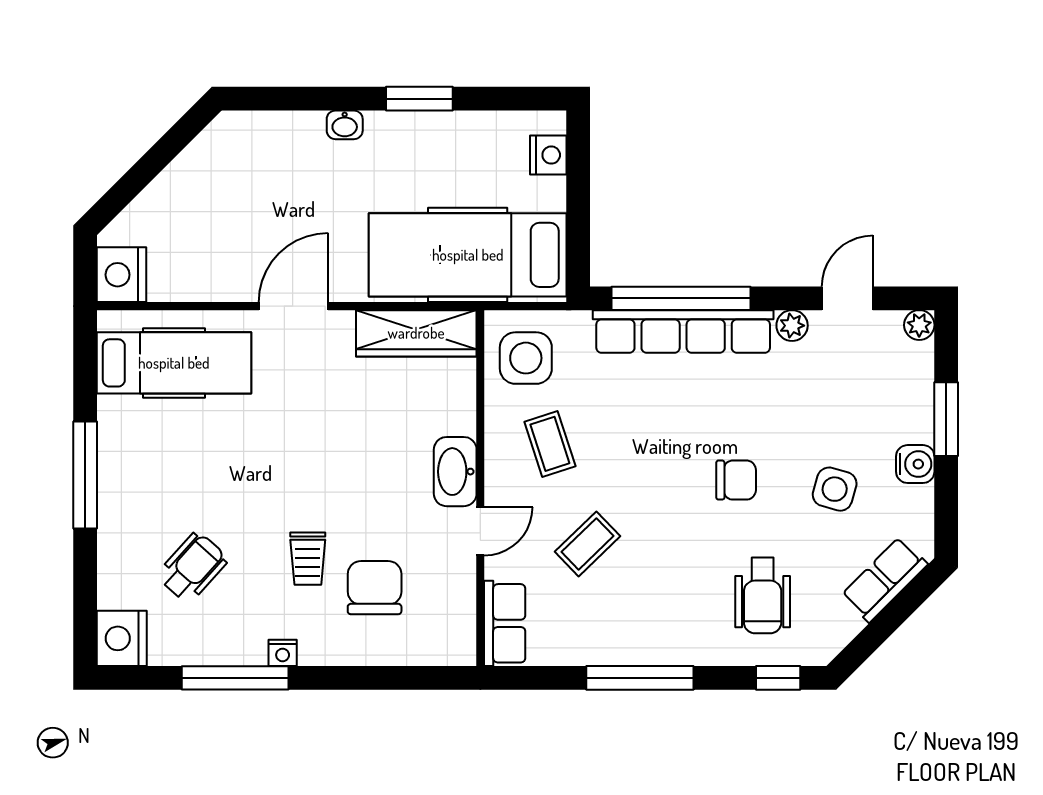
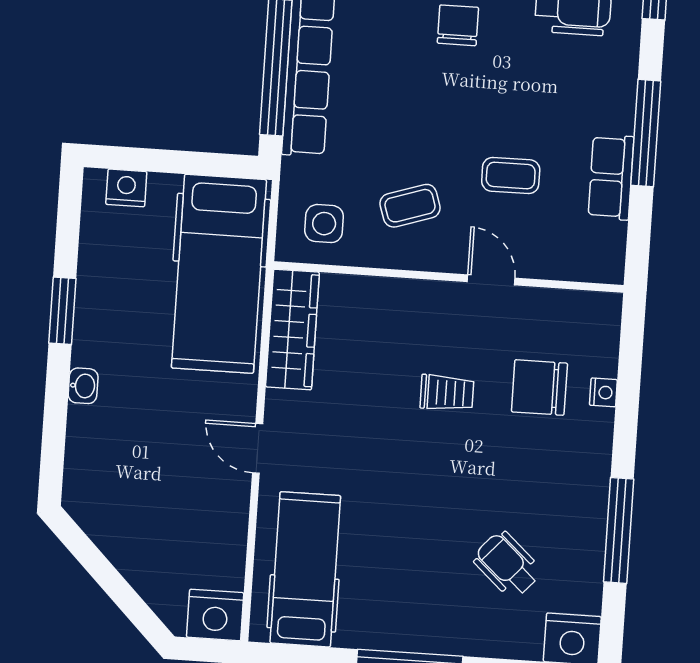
door: (293, 306) -> (258, 448), width x0.73
side table: (526, 358) -> (324, 224), width x0.73, depth x0.73
washbasin: (455, 472) -> (431, 301), removed
coffee table: (587, 544) -> (511, 175), turned -46
trolley: (308, 559) -> (447, 393), moved
row of seats: (505, 623) -> (611, 177), moved, turned -90
nightstand: (283, 653) -> (603, 392), moved

